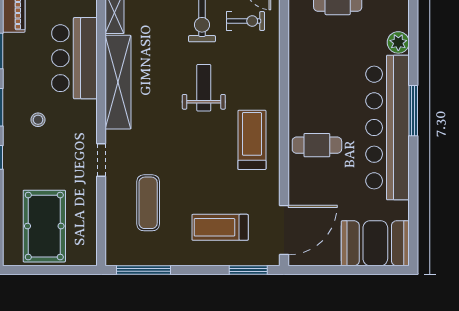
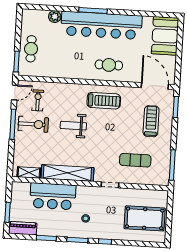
treadmill: (252, 140) -> (104, 101), turned 180
cafe table: (317, 145) -> (109, 65), turned 90
treadmill: (220, 227) -> (151, 121), turned 180

